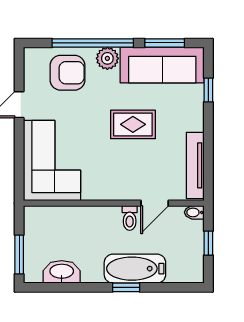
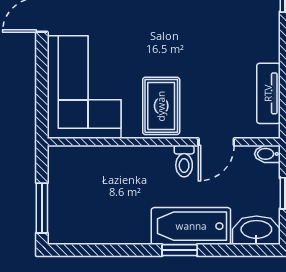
rug: (133, 124) -> (161, 106), moved, turned 90
tv unit: (195, 165) -> (268, 93), width x0.71
washbasin: (62, 272) -> (256, 230), moved

